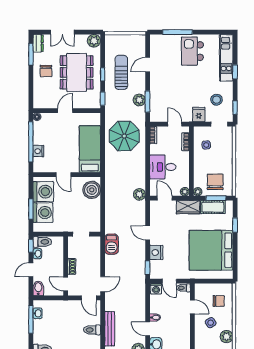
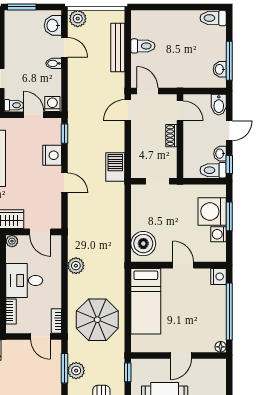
door: (175, 124) -> (41, 336), moved
nightstand: (38, 151) -> (218, 277), moved
desk: (163, 167) -> (24, 280), moved, turned 180
washing machine: (43, 192) -> (218, 234), width x0.53, depth x0.53
plant: (139, 194) -> (76, 266), moved

